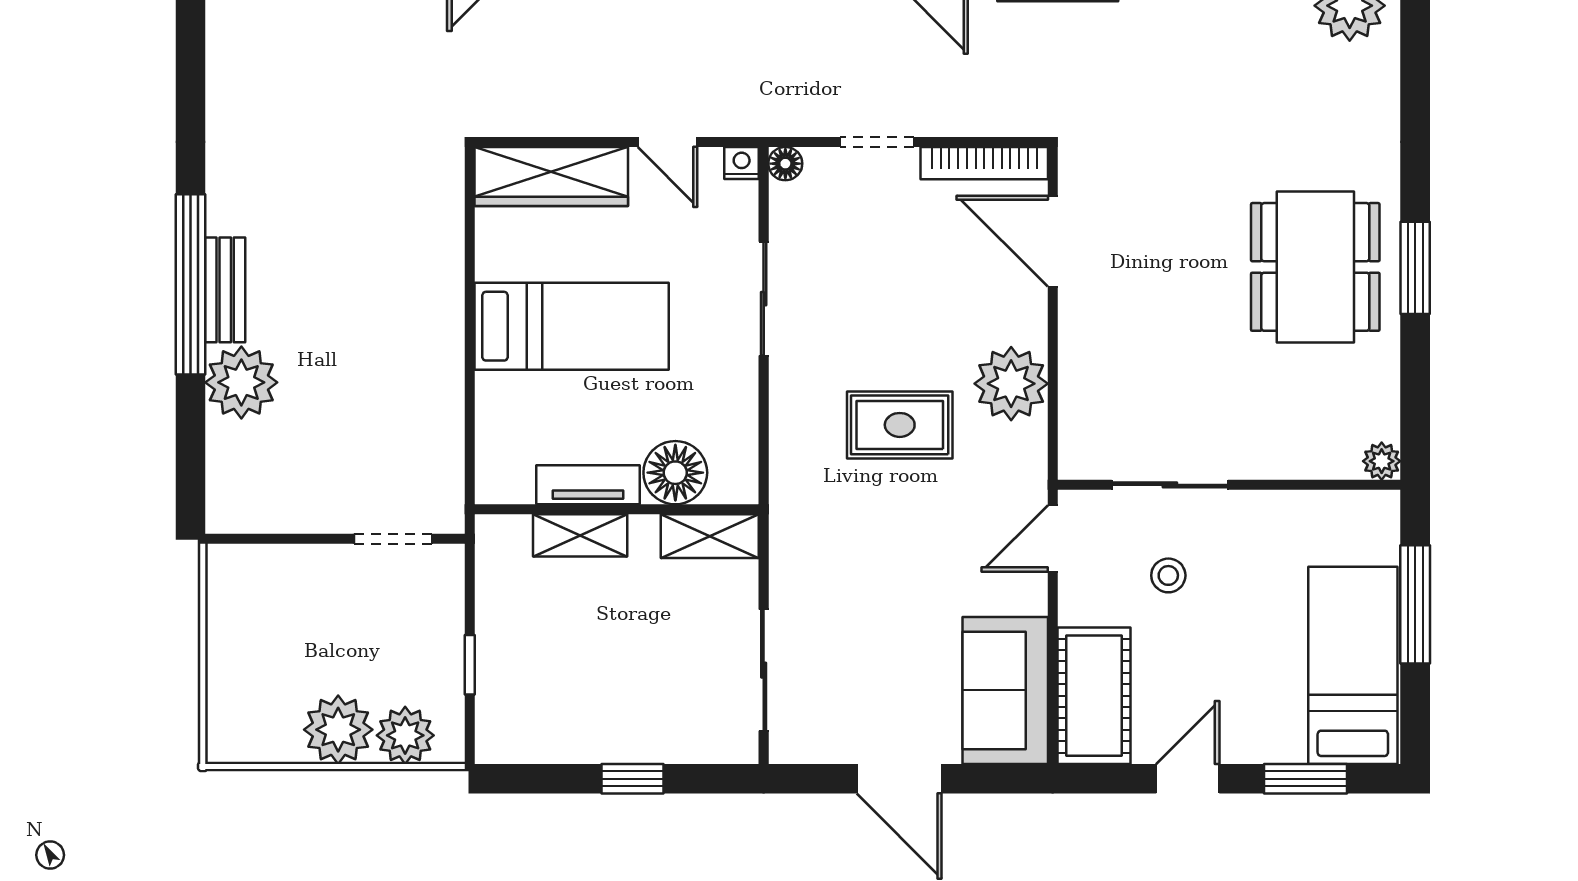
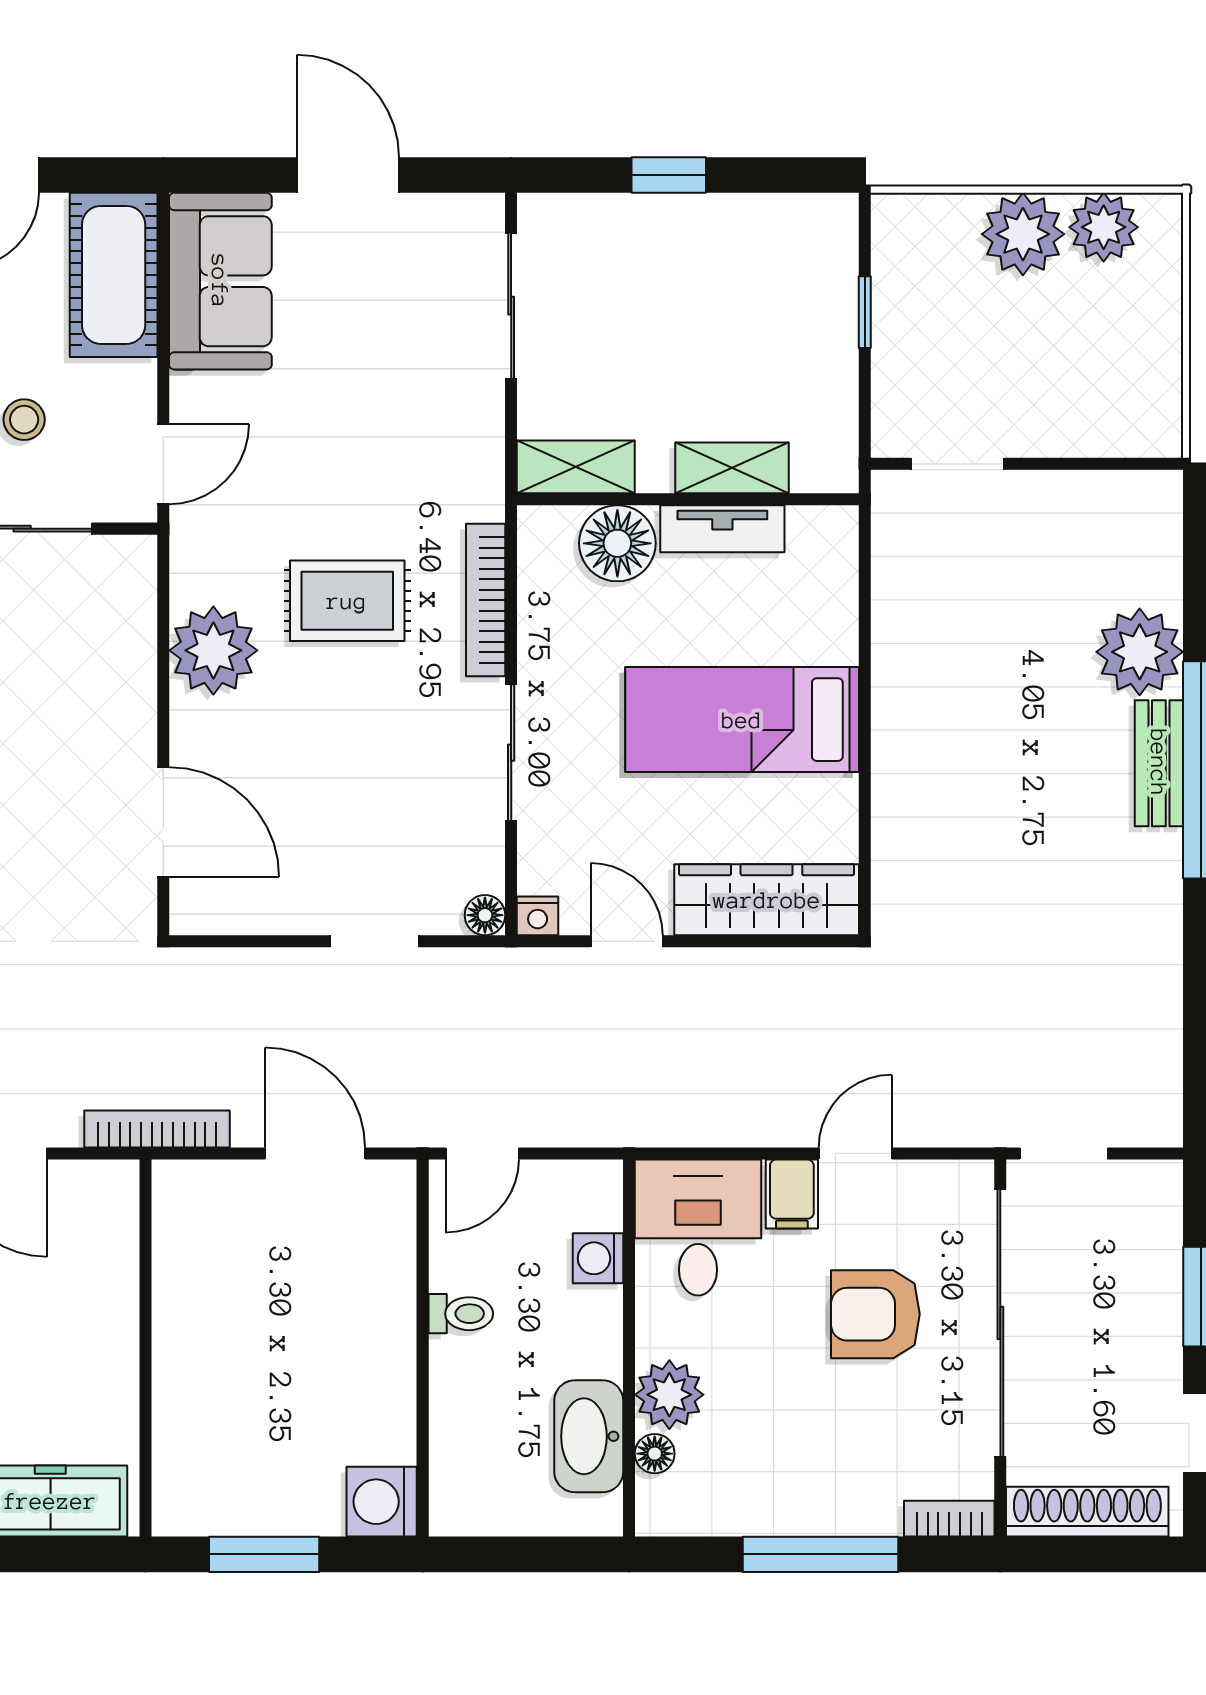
bookcase: (984, 163) -> (486, 600), moved, turned -90
plant: (405, 735) -> (1104, 227), moved

